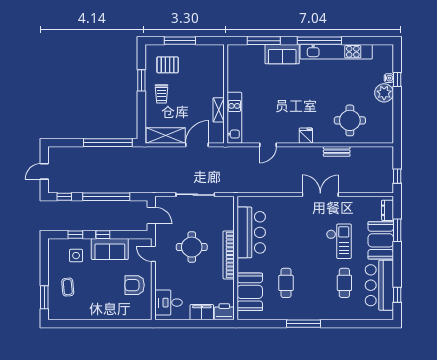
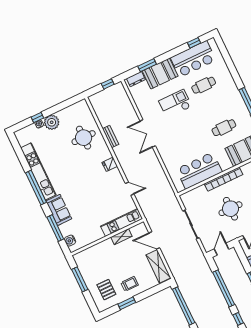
window: (180, 41) -> (80, 279), moved
water cooler: (242, 50) -> (70, 241), added

